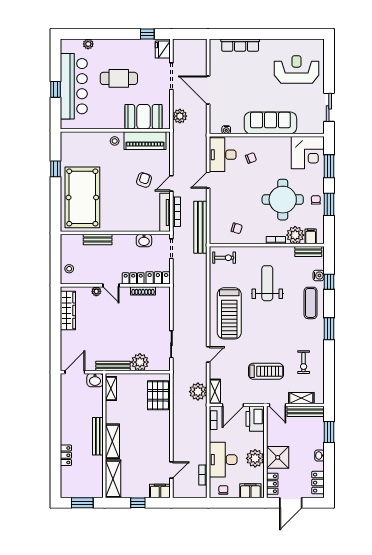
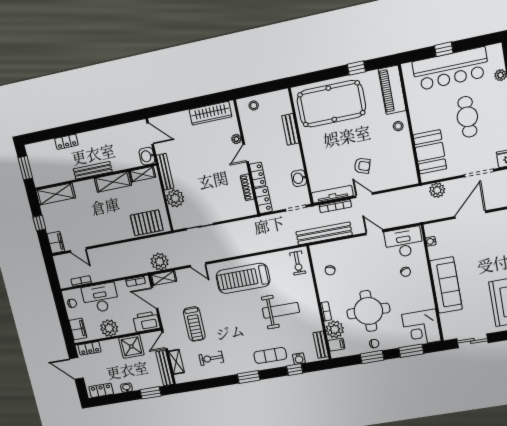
piano: (145, 141) -> (392, 90), moved
shelving: (112, 441) -> (113, 182), moved
shower: (278, 457) -> (131, 346), moved

